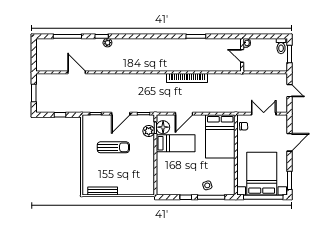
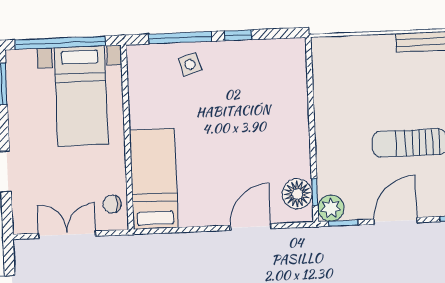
double door: (264, 114) -> (67, 235), swing flipped
plant: (149, 131) -> (331, 208), moved
bed: (220, 136) -> (154, 179), width x0.67
bed: (176, 143) -> (267, 158), removed
bed with nightstands: (262, 174) -> (81, 96), width x0.73

